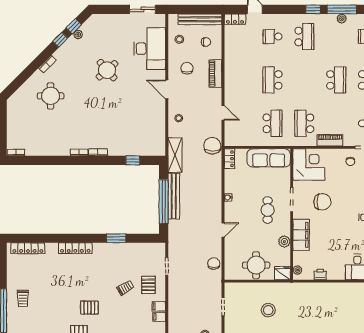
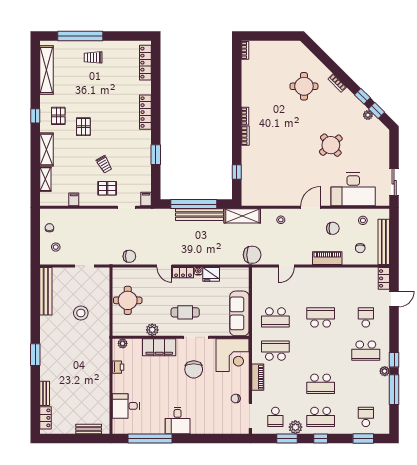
plant: (342, 19) -> (385, 371), moved
locker: (229, 159) -> (183, 273), moved
fridge: (282, 273) -> (211, 274), moved, turned 90
filing cabinet: (159, 306) -> (146, 199), moved

